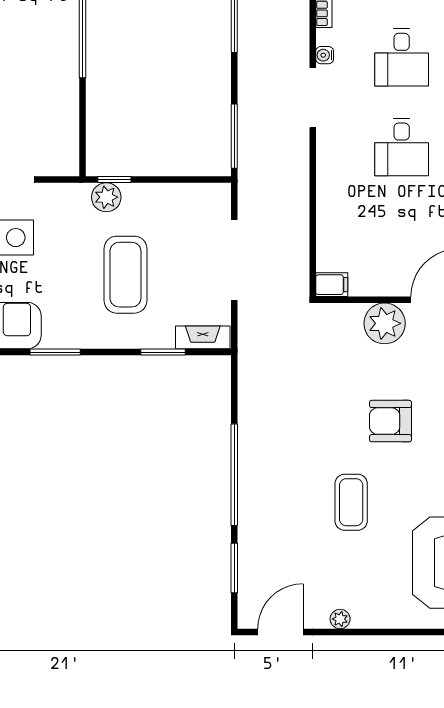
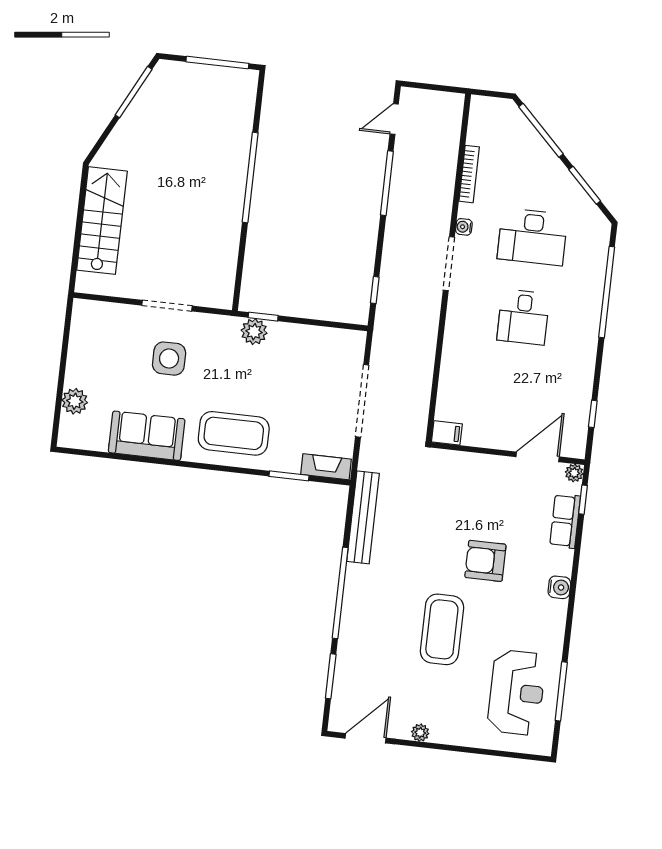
desk: (402, 57) -> (532, 237), width x1.37
window: (234, 136) -> (375, 290), width x0.46
coffee table: (125, 275) -> (234, 433), moved, turned 90
plant: (385, 323) -> (490, 473), removed
window: (55, 352) -> (192, 465), removed
bench: (250, 389) -> (363, 517), added
coffee table: (351, 502) -> (442, 629), width x1.36, depth x1.32

